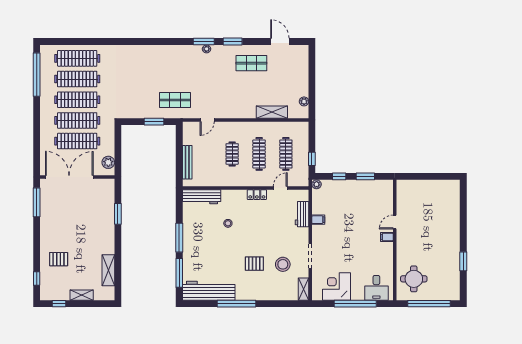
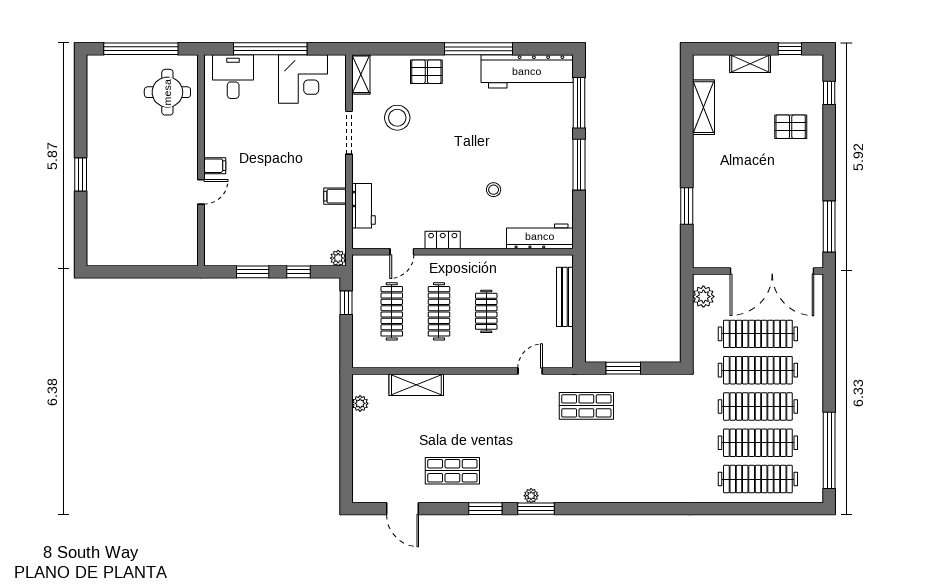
window: (463, 261) -> (81, 175), moved
pallet: (254, 264) -> (426, 72), moved

